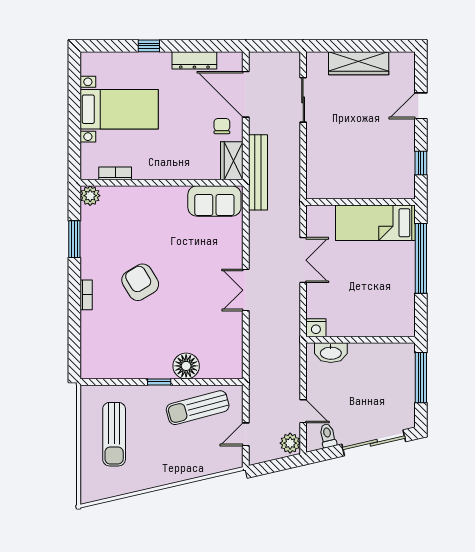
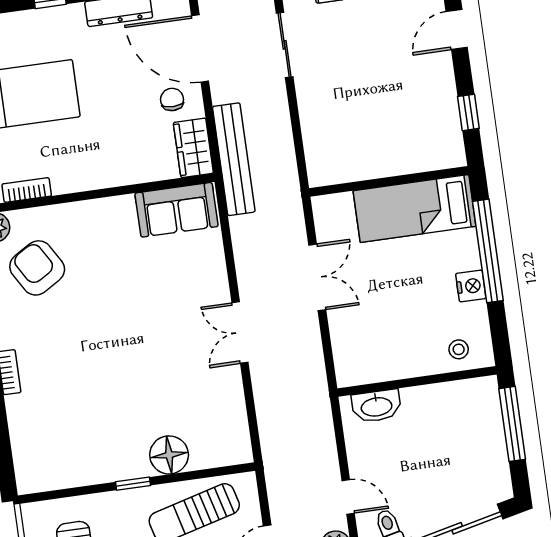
armchair: (140, 282) -> (37, 268), moved
stool: (392, 322) -> (459, 349), added
nightstand: (316, 328) -> (471, 286), moved, turned -90

